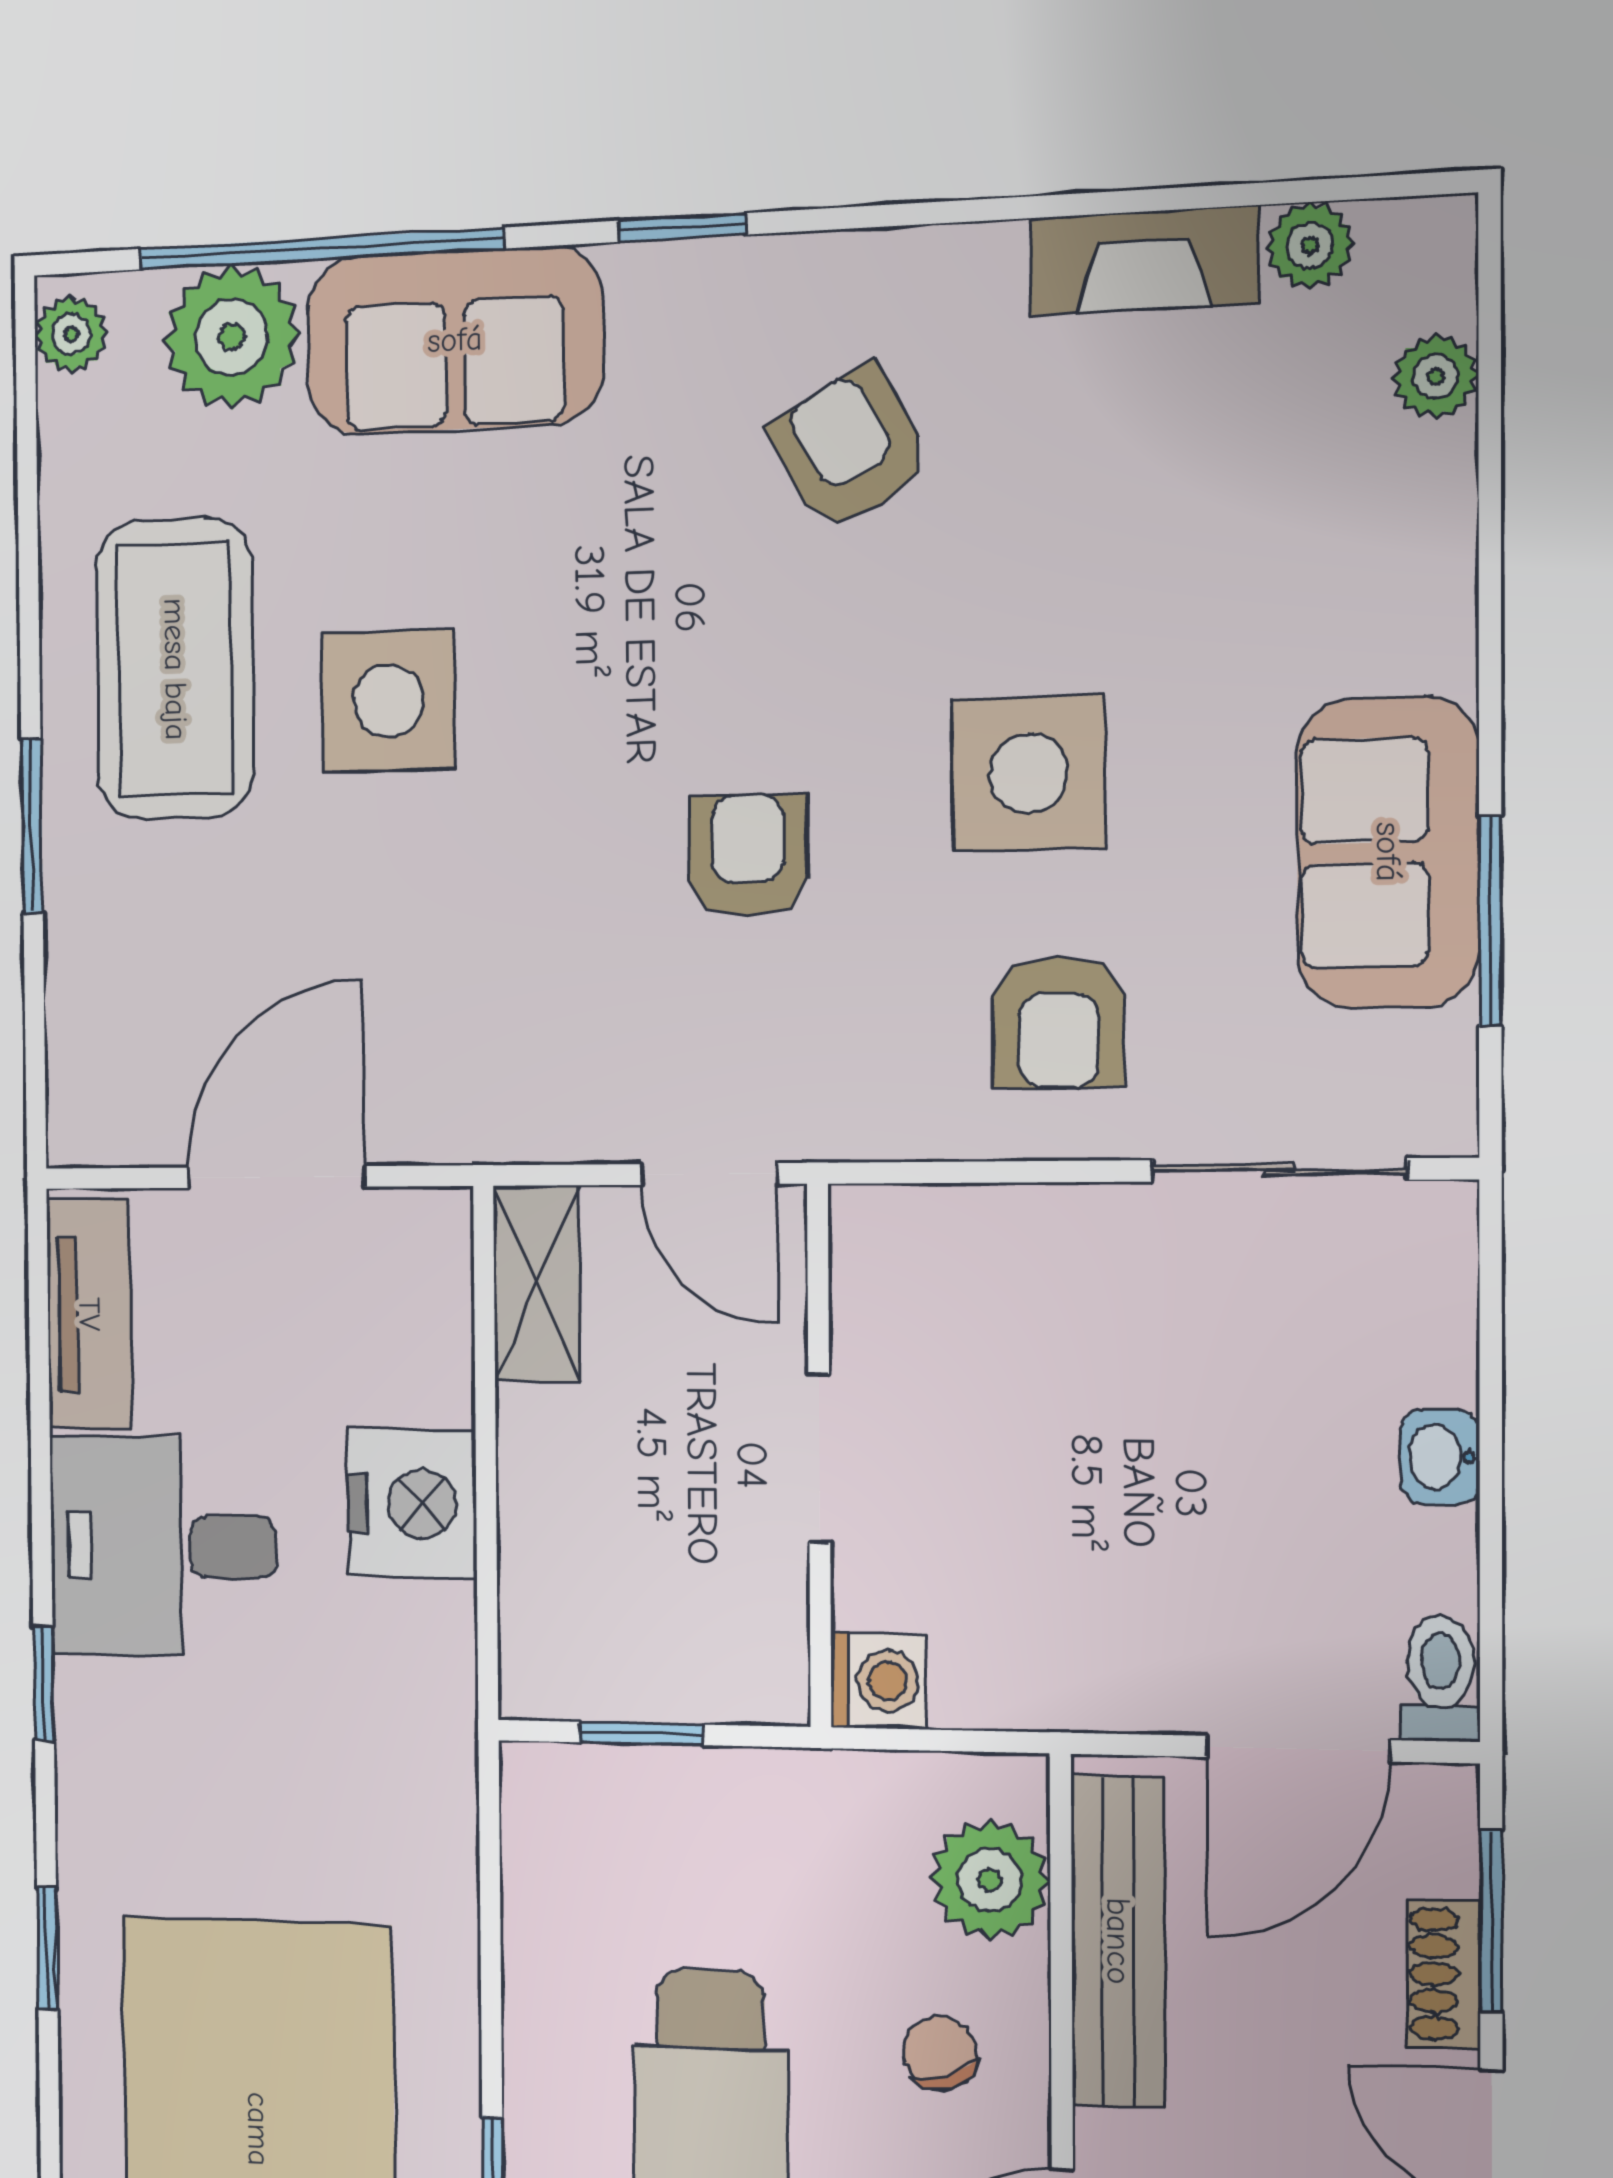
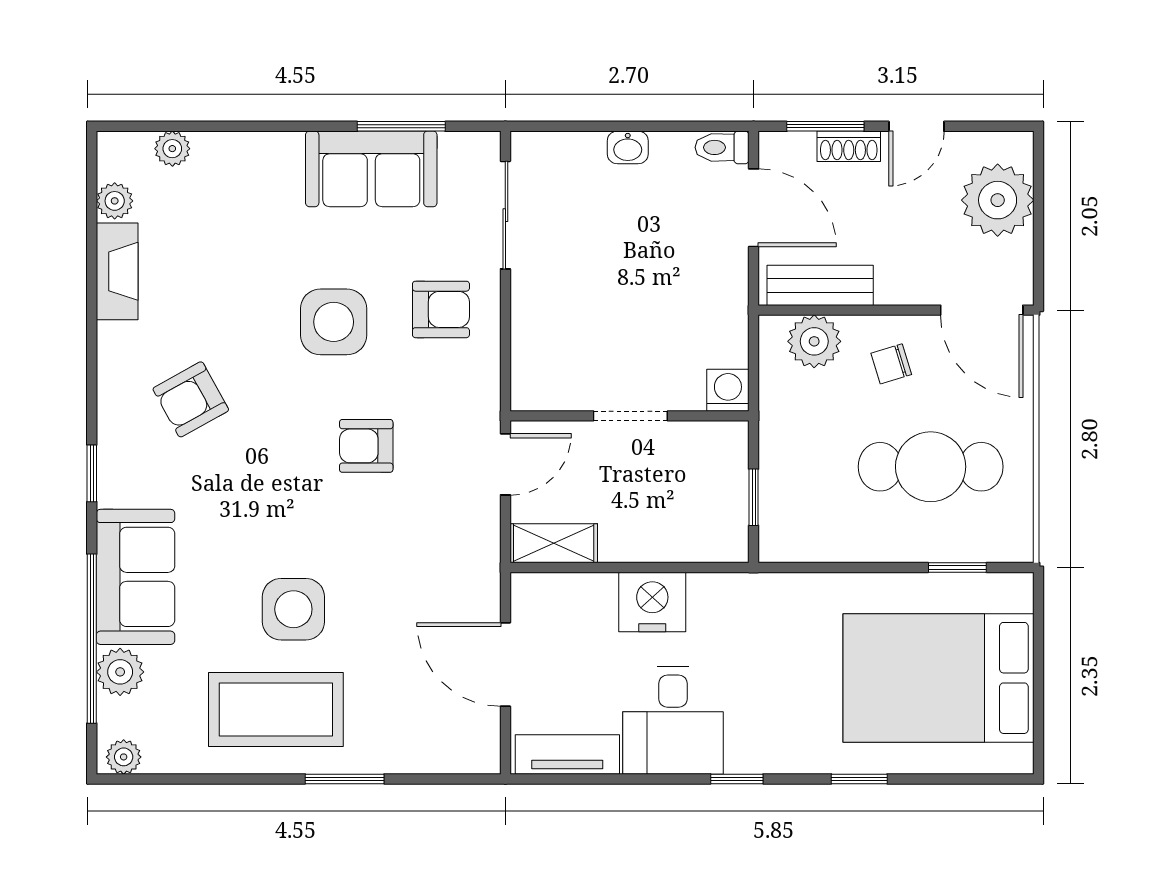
plant: (232, 337) -> (120, 672), width x0.73, depth x0.73
bench: (1118, 1941) -> (820, 285), width x0.73

